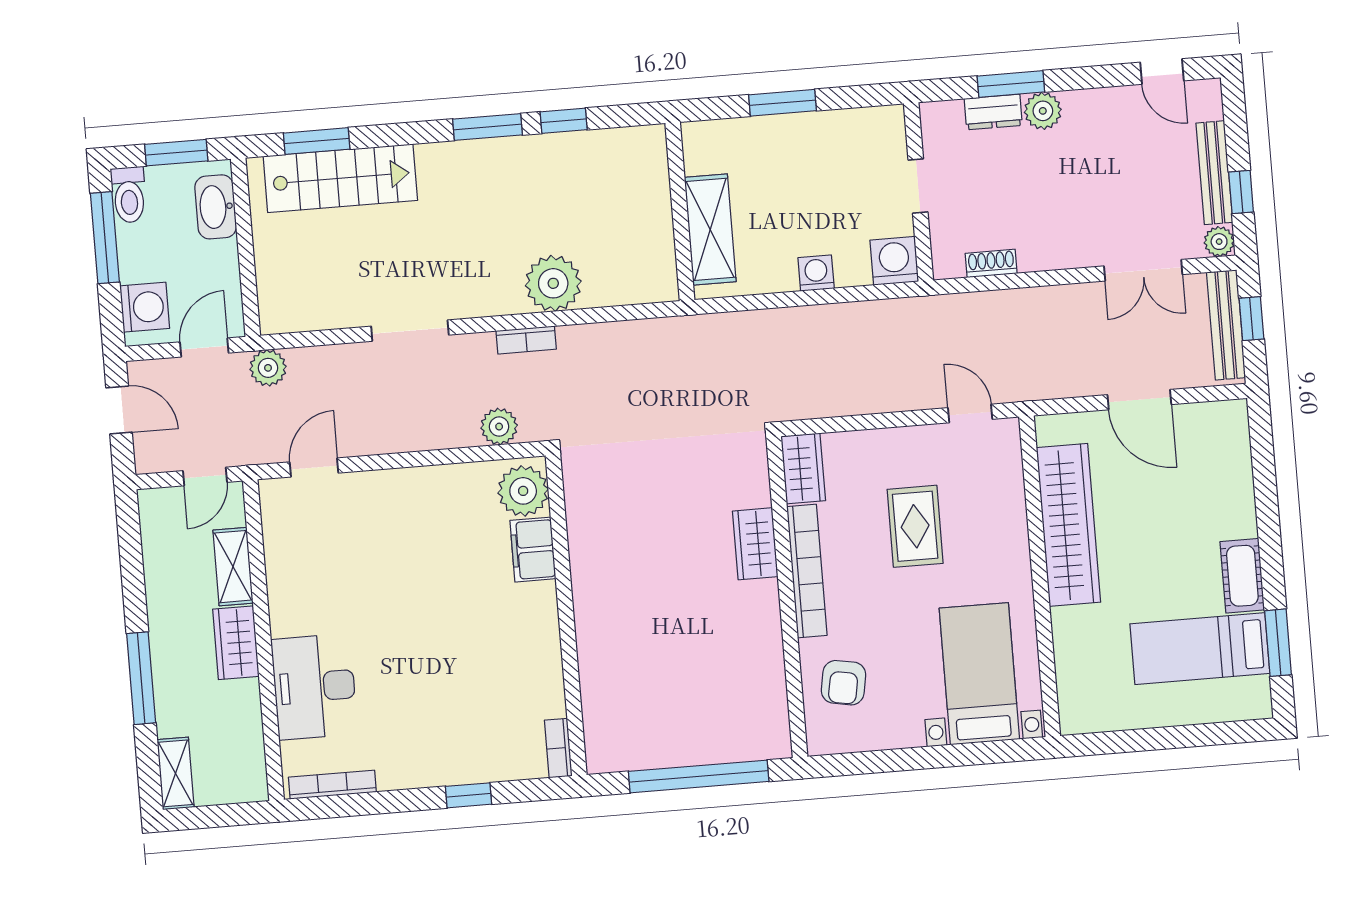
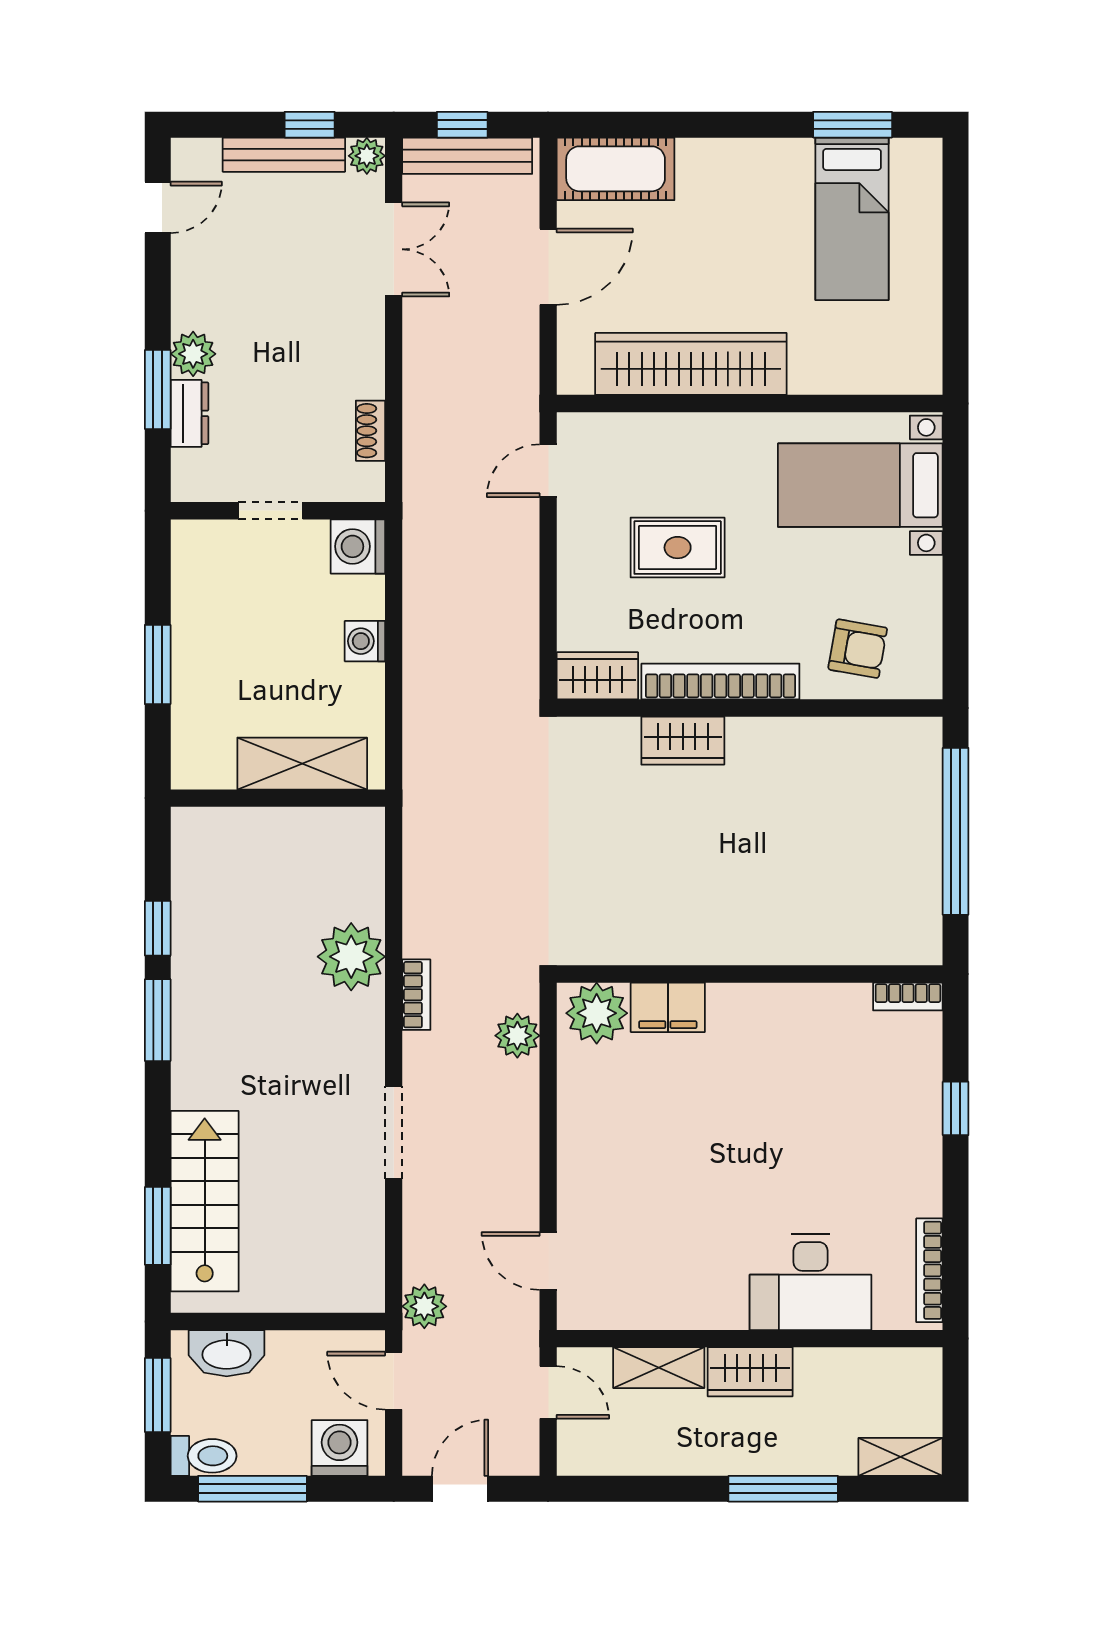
cot: (1242, 576) -> (616, 169), moved, width x1.37, depth x1.34

